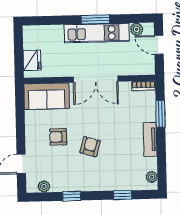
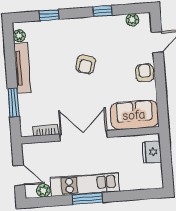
bookcase: (144, 86) -> (46, 130), moved
armchair: (58, 137) -> (145, 73), moved, turned -90
tv unit: (150, 139) -> (22, 68), width x1.41

